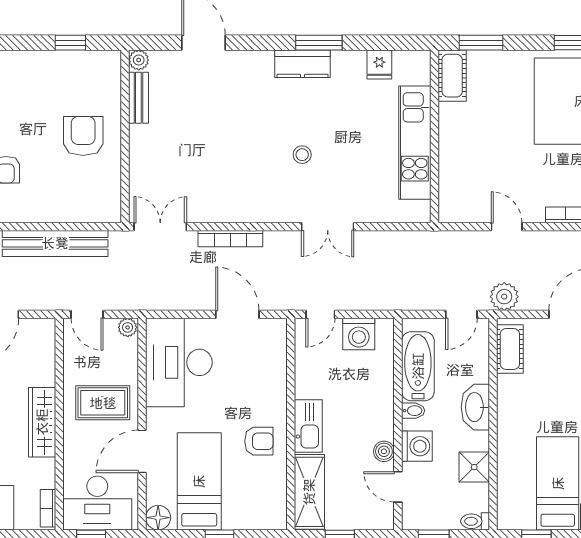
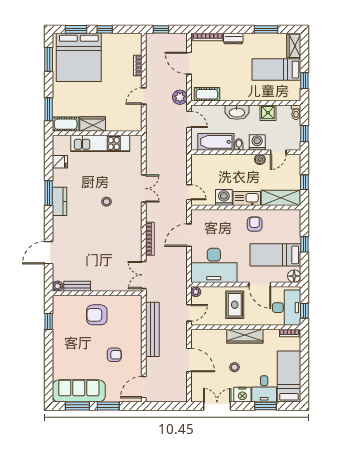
wardrobe: (452, 128) -> (93, 124), added
washing machine: (359, 334) -> (224, 197), moved, turned -90

